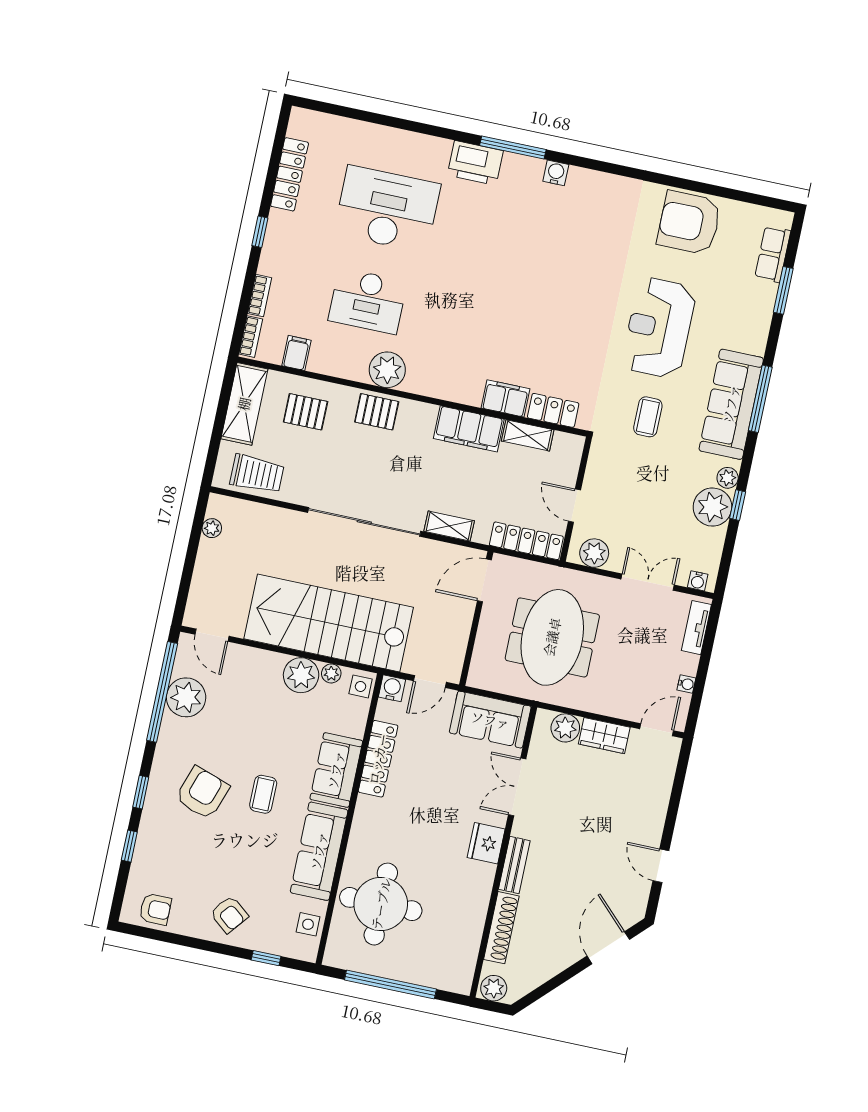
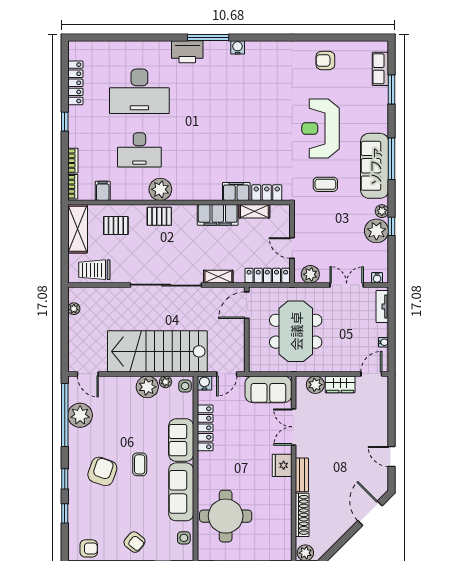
desk: (387, 209) -> (139, 91), turned 180
armchair: (689, 223) -> (325, 60), width x0.53, depth x0.53
coffee table: (648, 417) -> (325, 184), turned 90
trolley: (257, 474) -> (94, 270), turned 180

